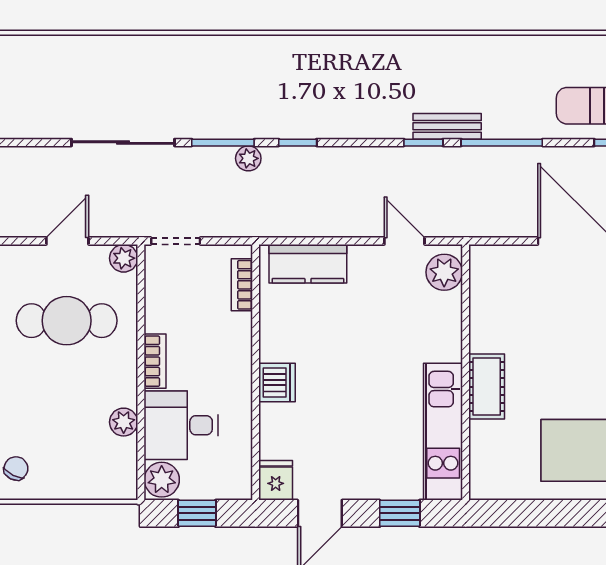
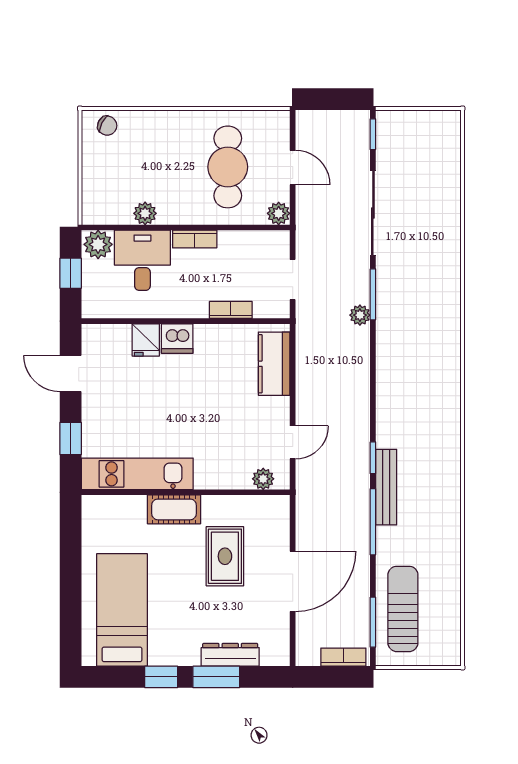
bench: (447, 126) -> (386, 487), width x1.36
window: (298, 143) -> (373, 134), moved
doorway: (176, 241) -> (293, 279), moved
plant: (444, 272) -> (263, 479), width x0.73, depth x0.73
bookcase: (242, 285) -> (231, 310), moved
rug: (544, 324) -> (225, 556), added
fridge: (276, 480) -> (146, 340), moved, turned 90

